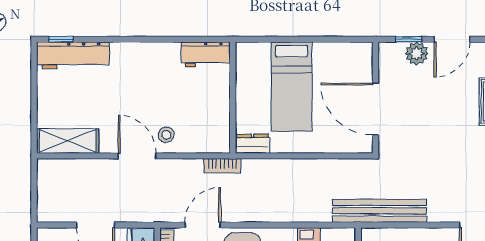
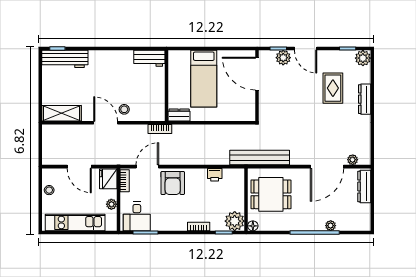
door: (452, 39) -> (306, 49), hinge flipped
door: (375, 109) -> (257, 74), moved

